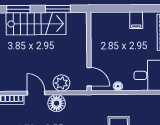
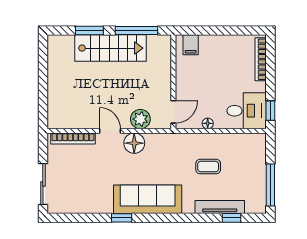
window: (58, 9) -> (137, 30), width x1.44
filing cabinet: (136, 20) -> (191, 45), moved
door: (89, 77) -> (173, 112), hinge flipped

